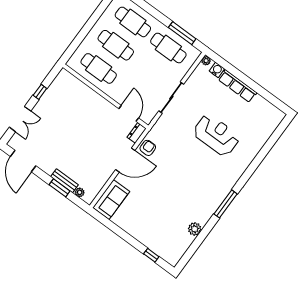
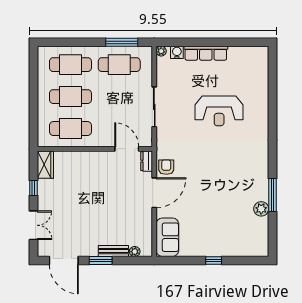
wardrobe: (61, 81) -> (45, 165), added
reception desk: (216, 135) -> (219, 111), turned 180
window: (60, 188) -> (101, 261), moved
window: (226, 204) -> (272, 195), moved
window: (151, 255) -> (214, 261), moved

